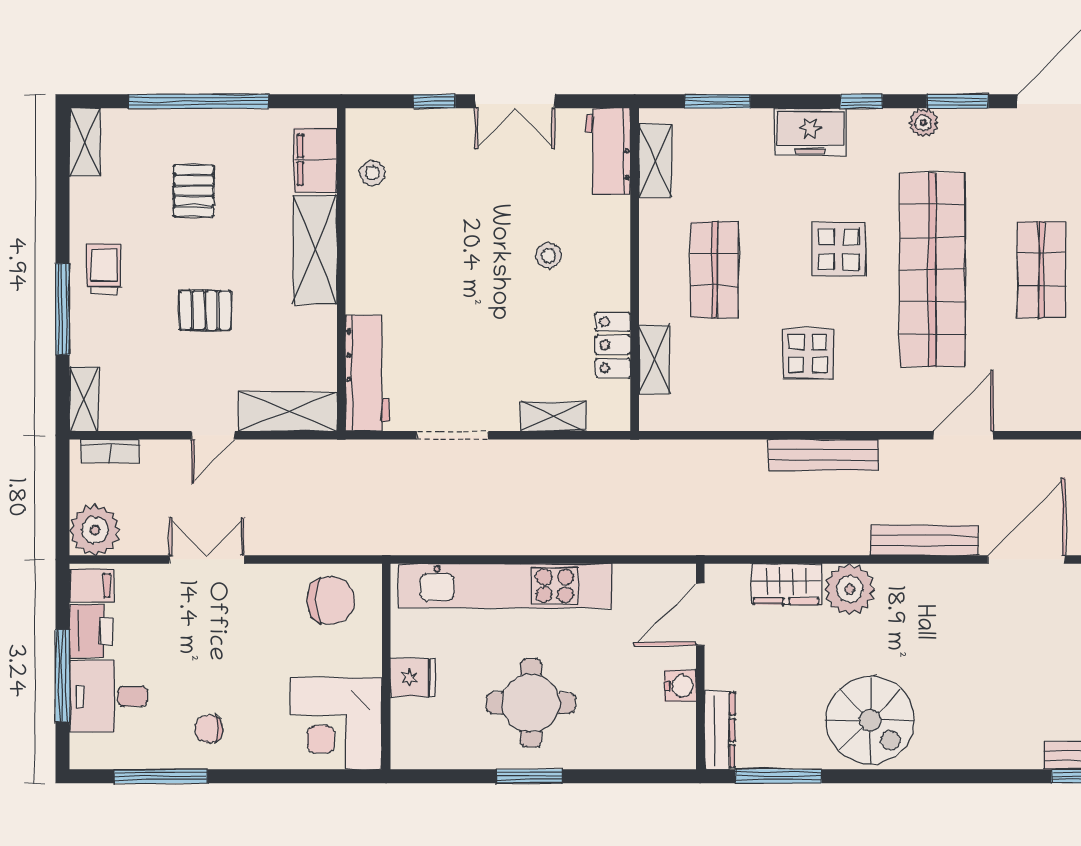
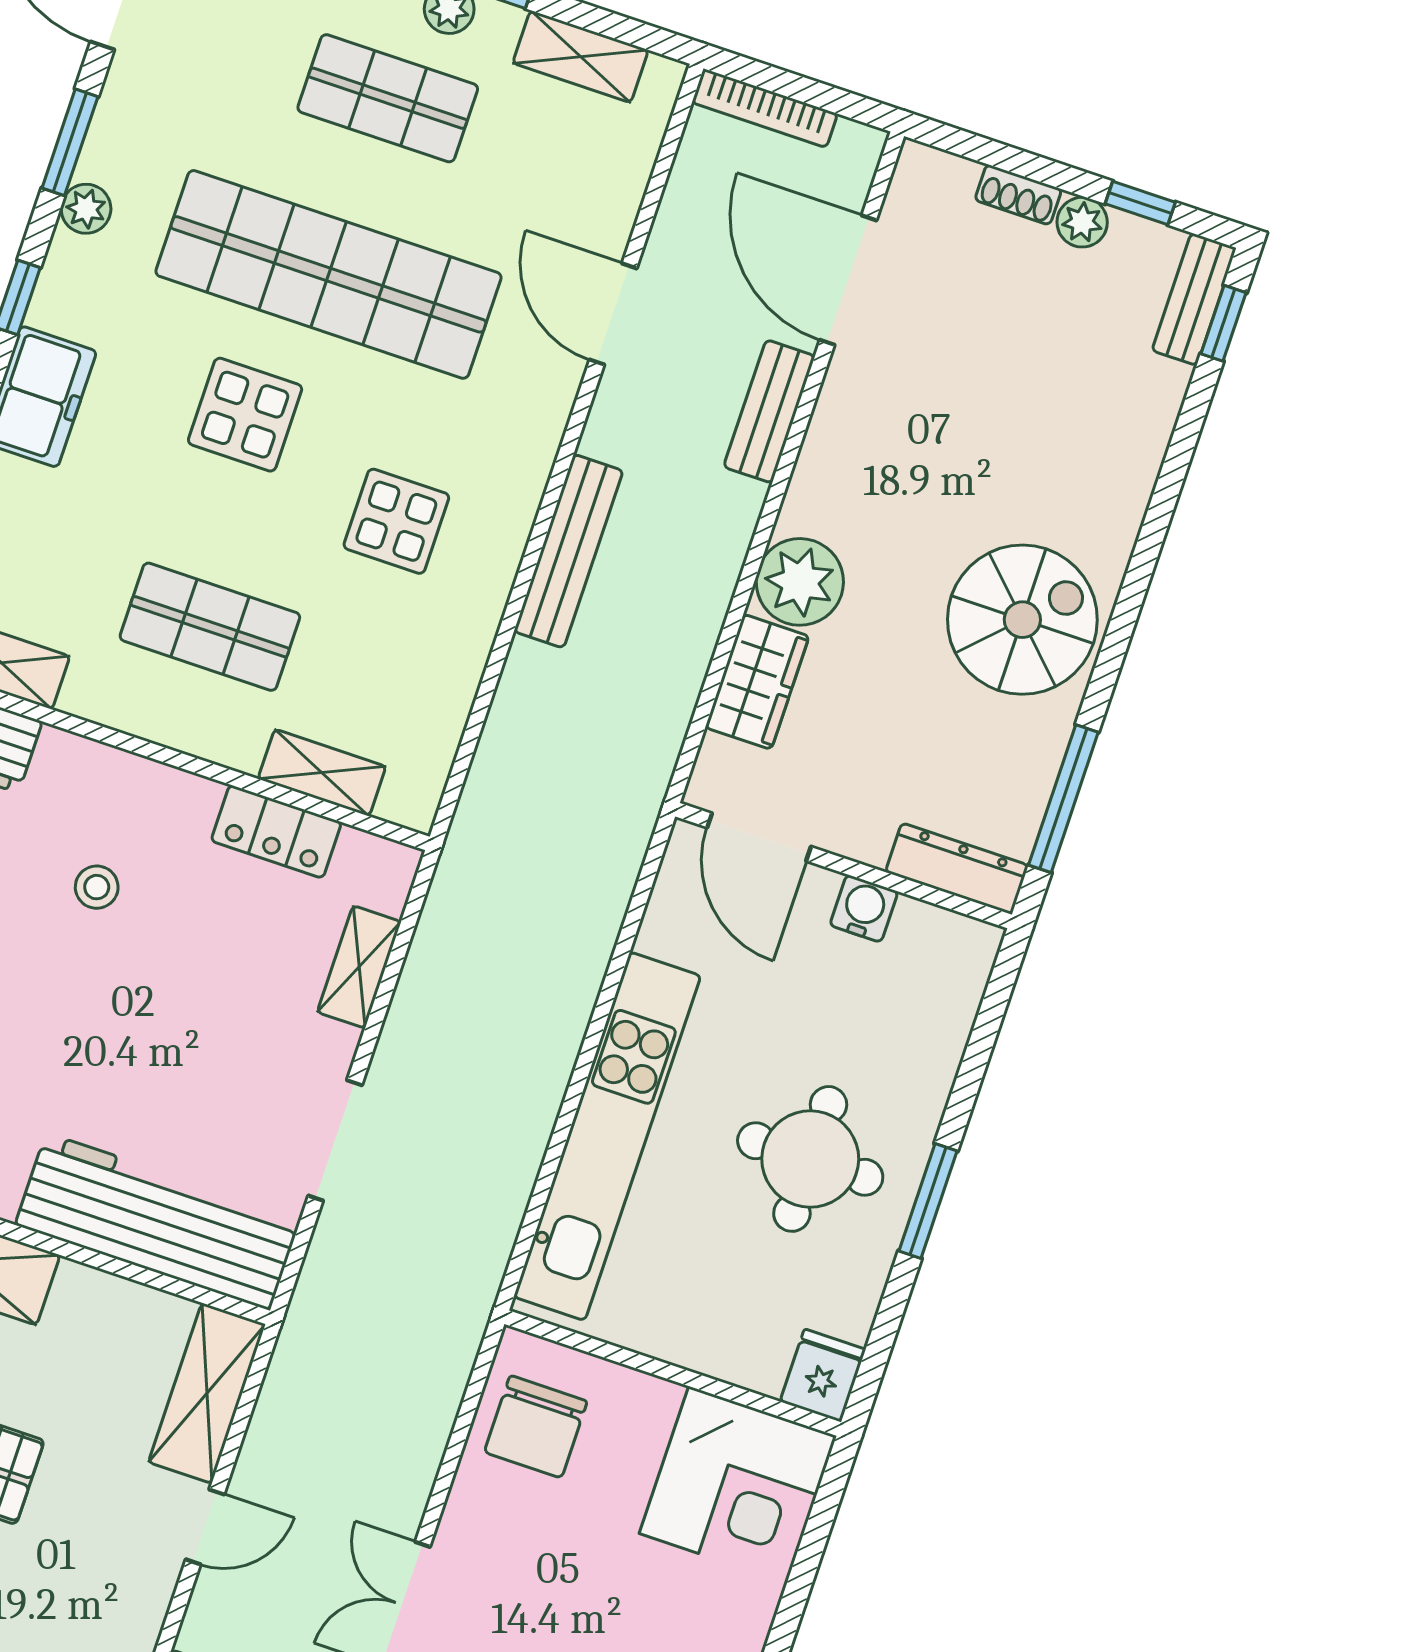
workbench: (367, 373) -> (158, 1221), width x1.36, depth x1.32
door: (213, 435) -> (205, 1527), hinge flipped
bench: (924, 540) -> (769, 411), width x0.73
chair: (331, 600) -> (536, 1427), turned 180
fridge: (413, 678) -> (823, 1375), moved

